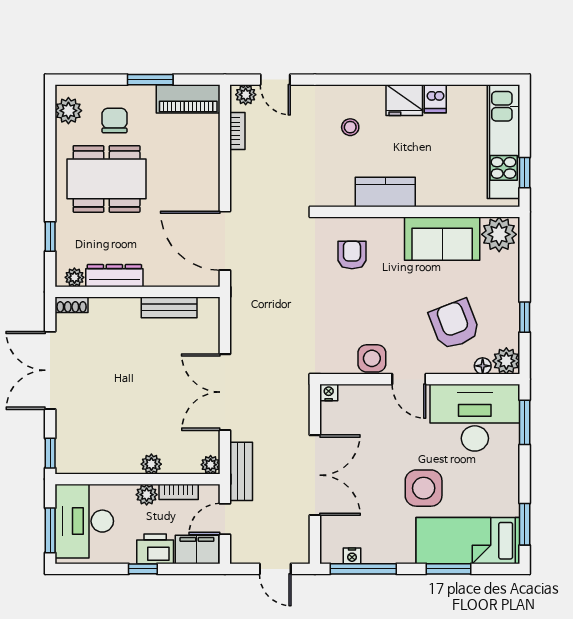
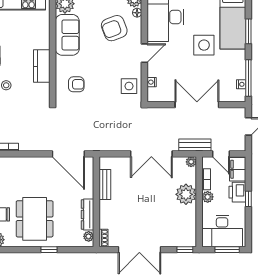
window: (50, 237) -> (49, 250), moved
door: (225, 241) -> (68, 154), hinge flipped
armchair: (352, 255) -> (76, 84), turned 180
side table: (372, 358) -> (129, 86), moved
nightstand: (329, 393) -> (152, 82), moved
plant: (151, 464) -> (186, 194), width x1.88, depth x1.88

